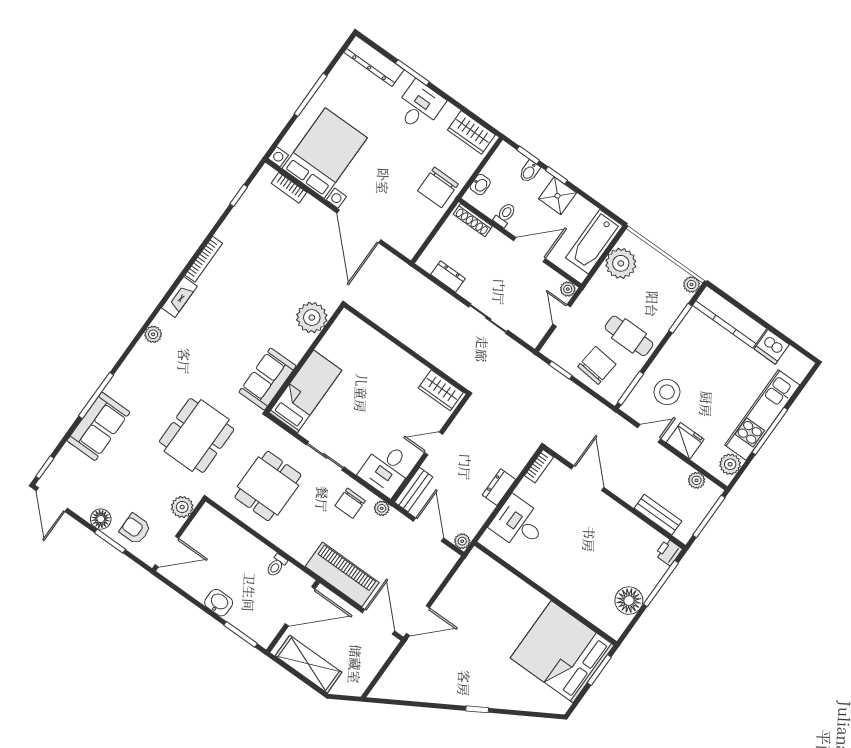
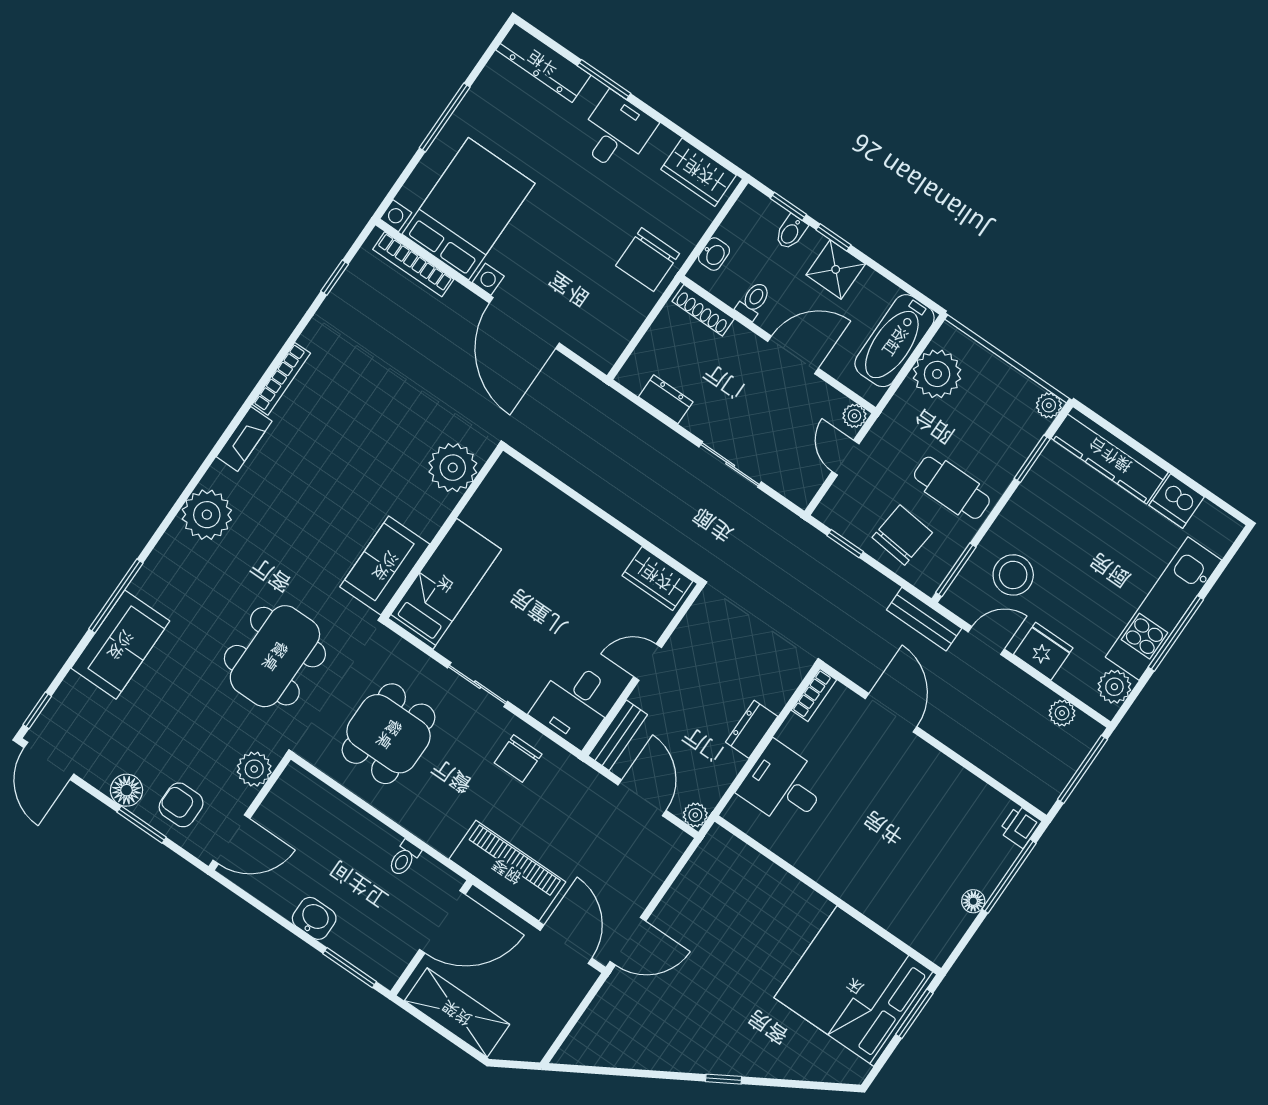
bookcase: (289, 188) -> (413, 264), width x1.56
plant: (153, 334) -> (207, 515), width x1.87, depth x1.87
plant: (382, 508) -> (568, 766), removed
bench: (658, 515) -> (924, 619), moved
floor lamp: (629, 601) -> (973, 901), width x0.53, depth x0.53

